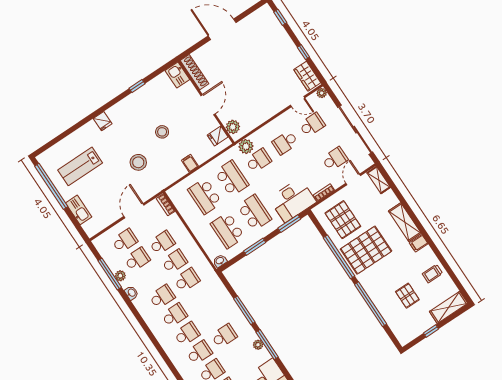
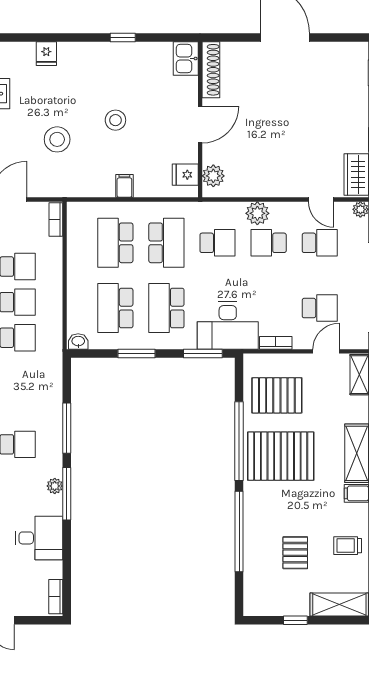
plant: (246, 146) -> (257, 213), moved
school desk: (254, 213) -> (166, 308), turned 180
pallet: (343, 220) -> (277, 395), turned 90

